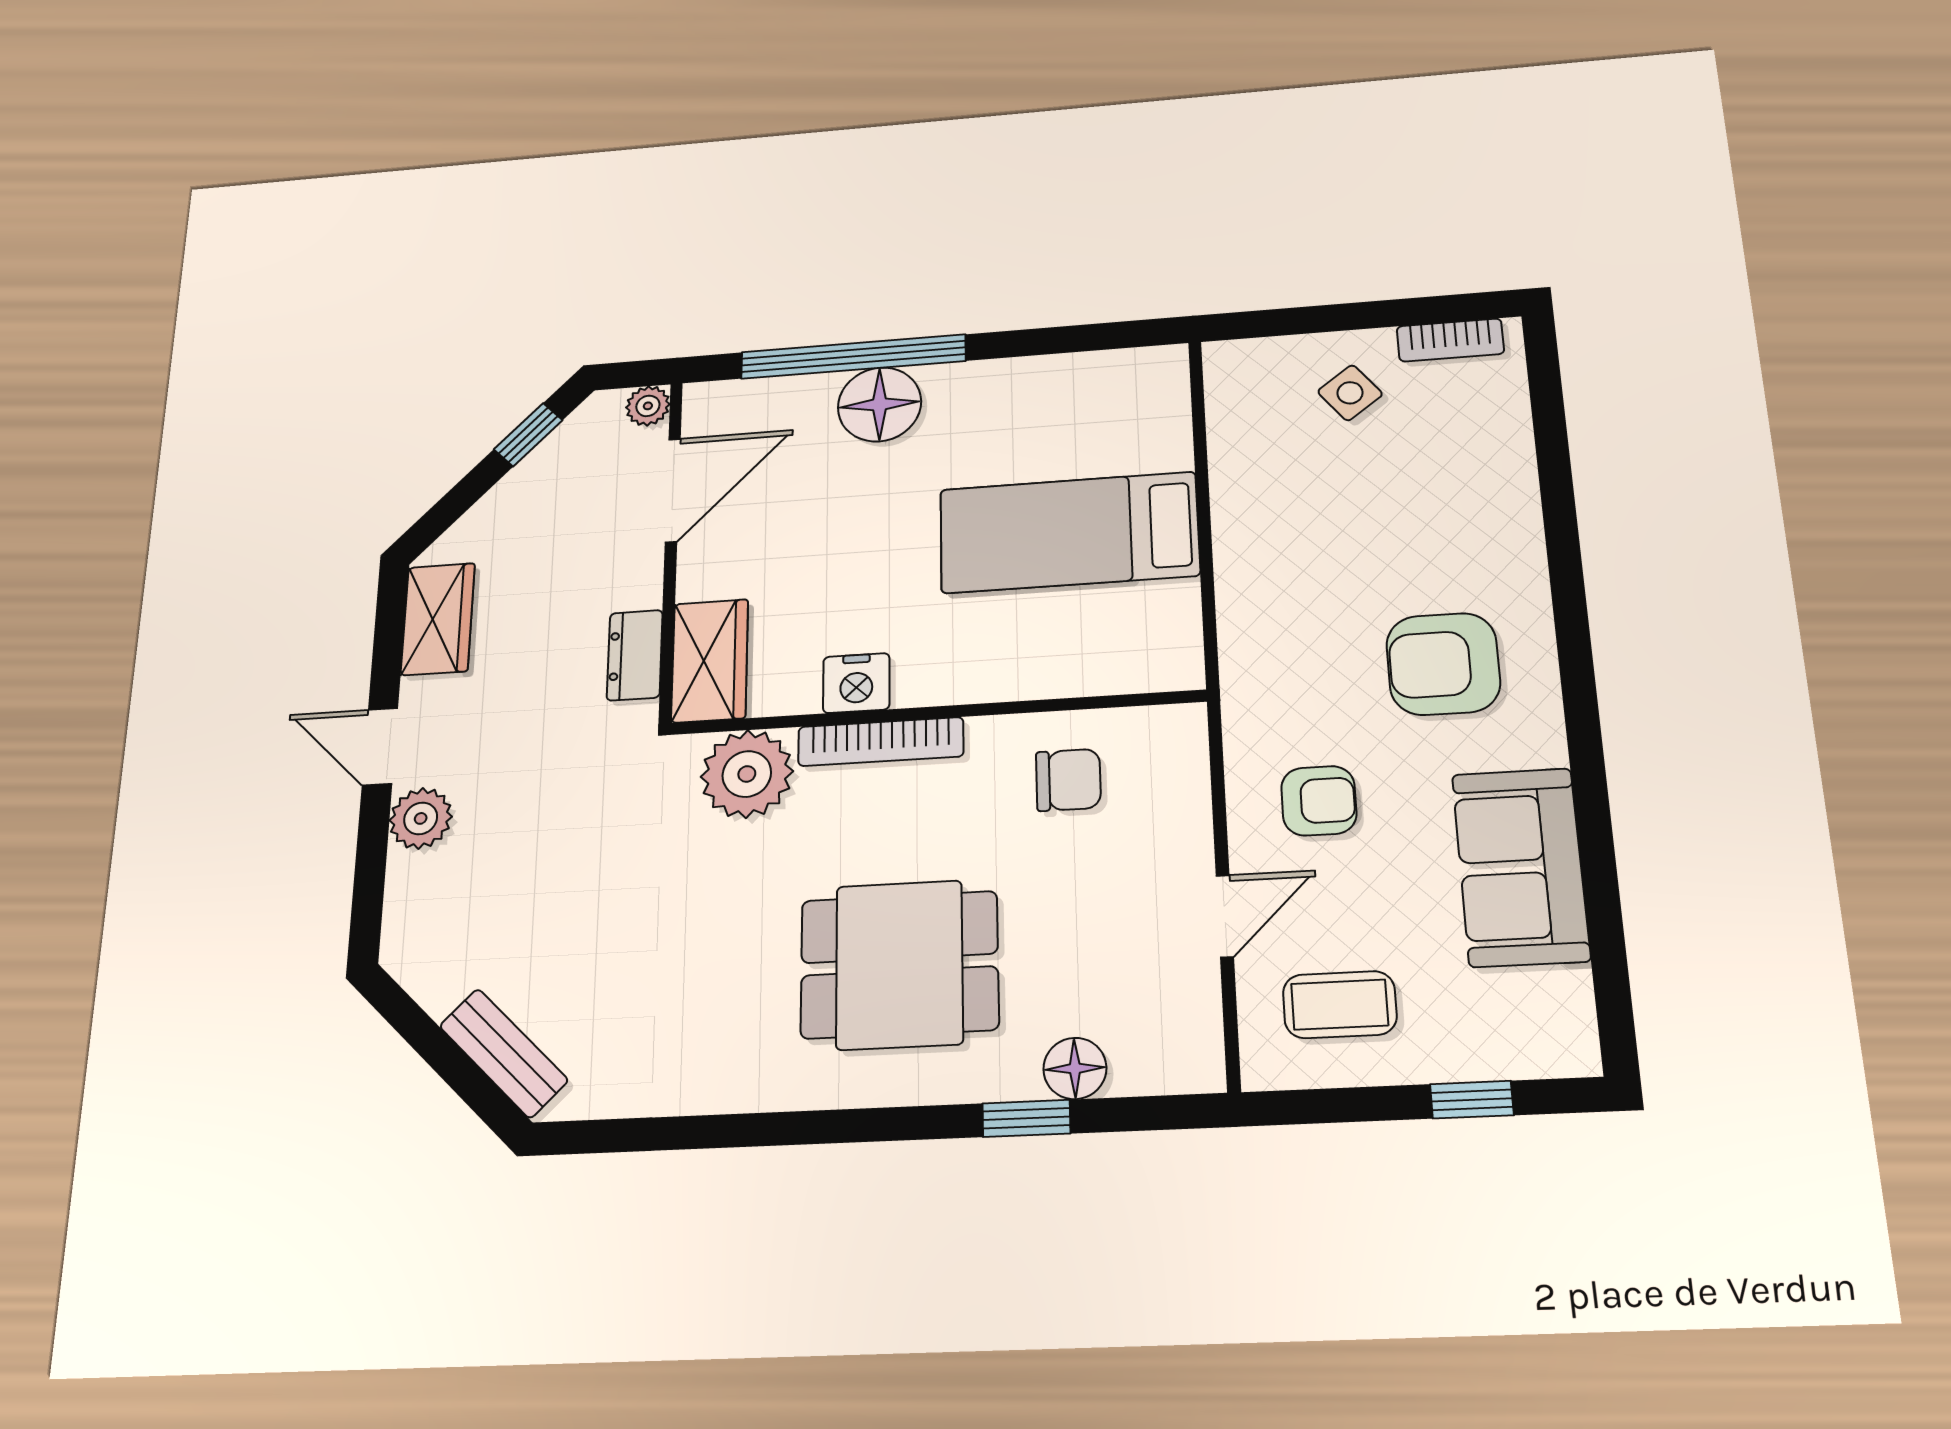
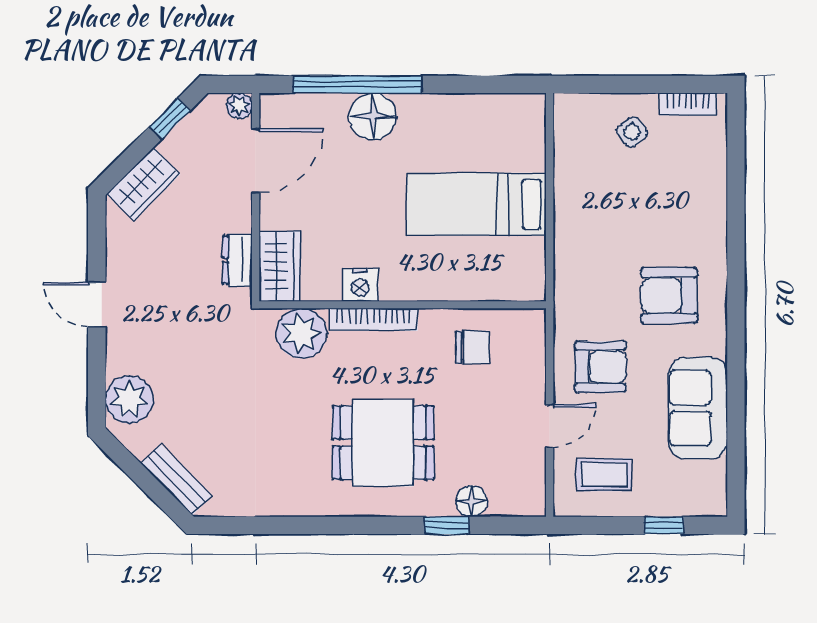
wardrobe: (438, 619) -> (143, 184), moved, turned 45
armchair: (1319, 801) -> (600, 367), width x1.38, depth x1.38
plant: (421, 818) -> (129, 400), moved, width x1.36, depth x1.36

